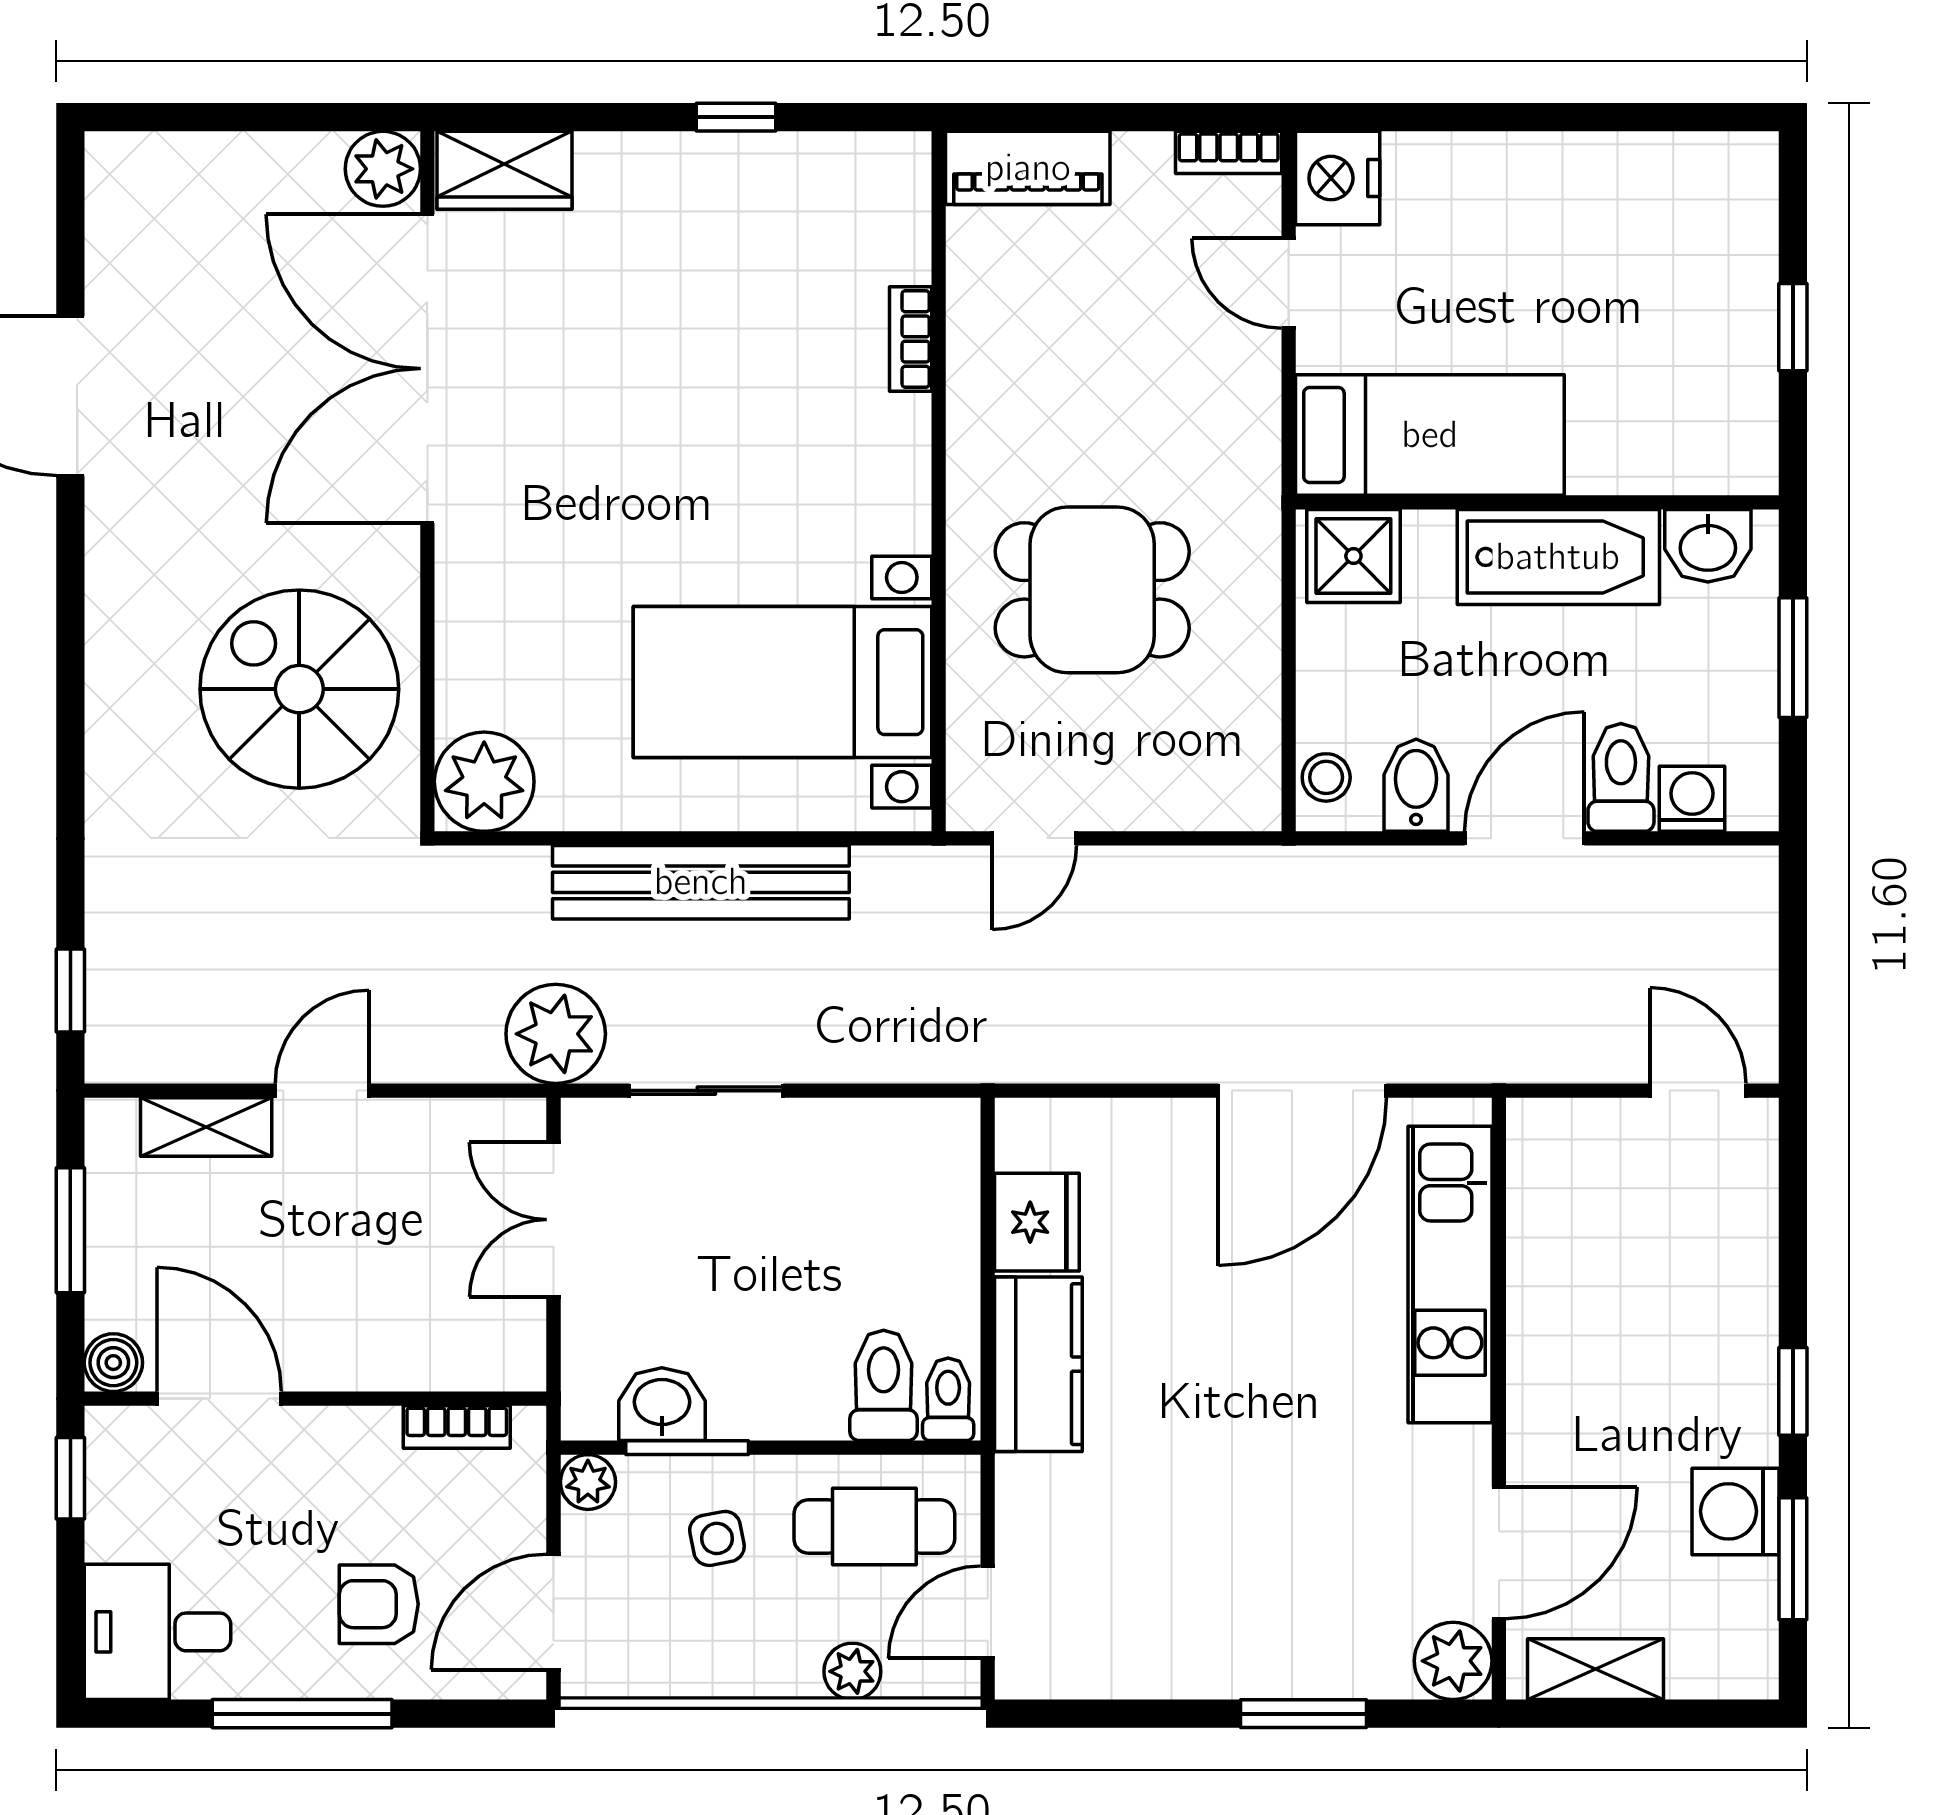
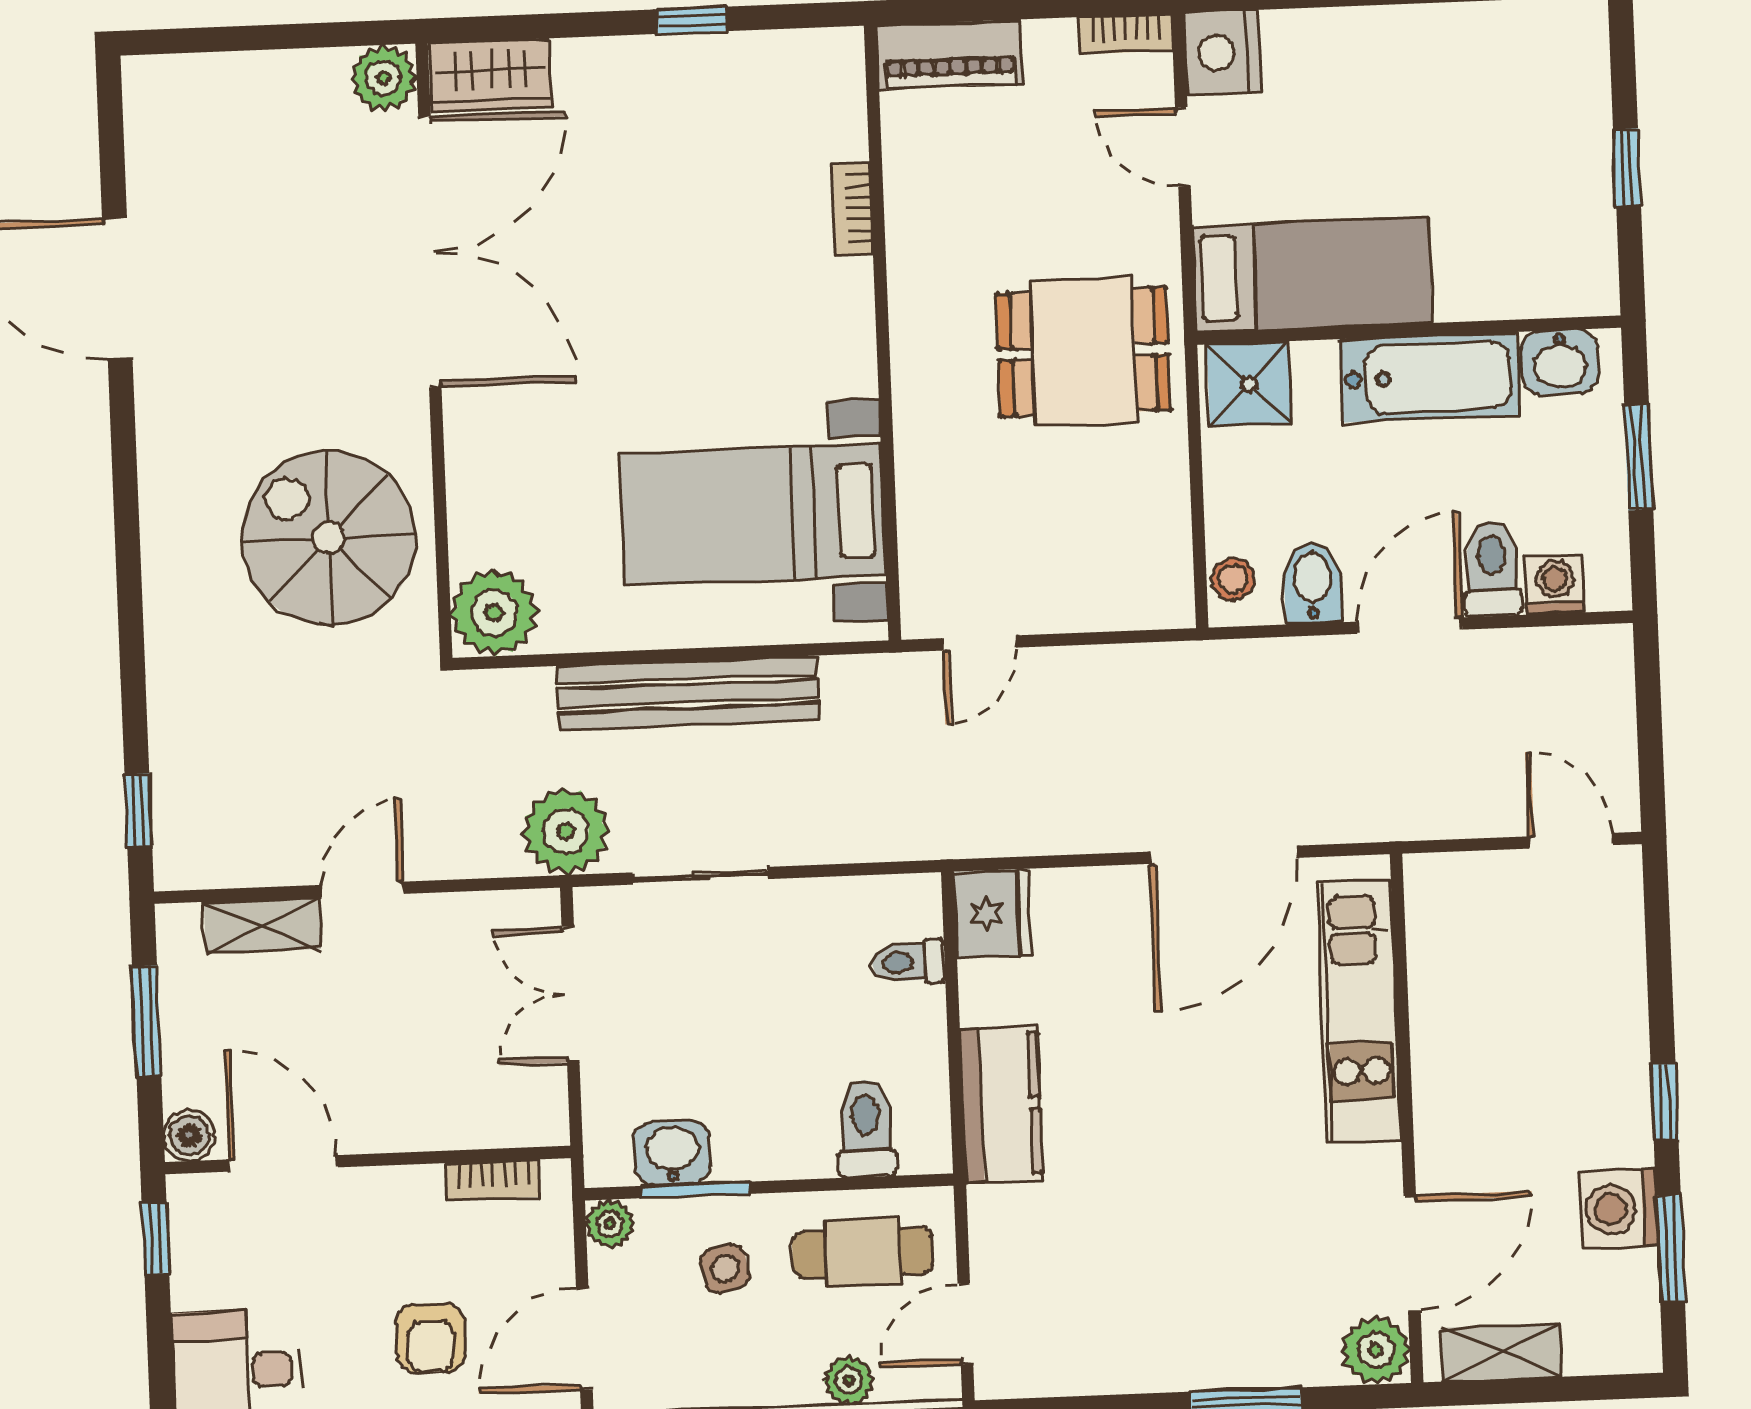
double door: (427, 369) -> (430, 252), swing flipped
dining table: (1092, 590) -> (1084, 352), moved
fridge: (1037, 1222) -> (992, 913), moved
toilet: (948, 1399) -> (908, 962), moved, turned -90
armchair: (379, 1604) -> (431, 1338), turned -90

